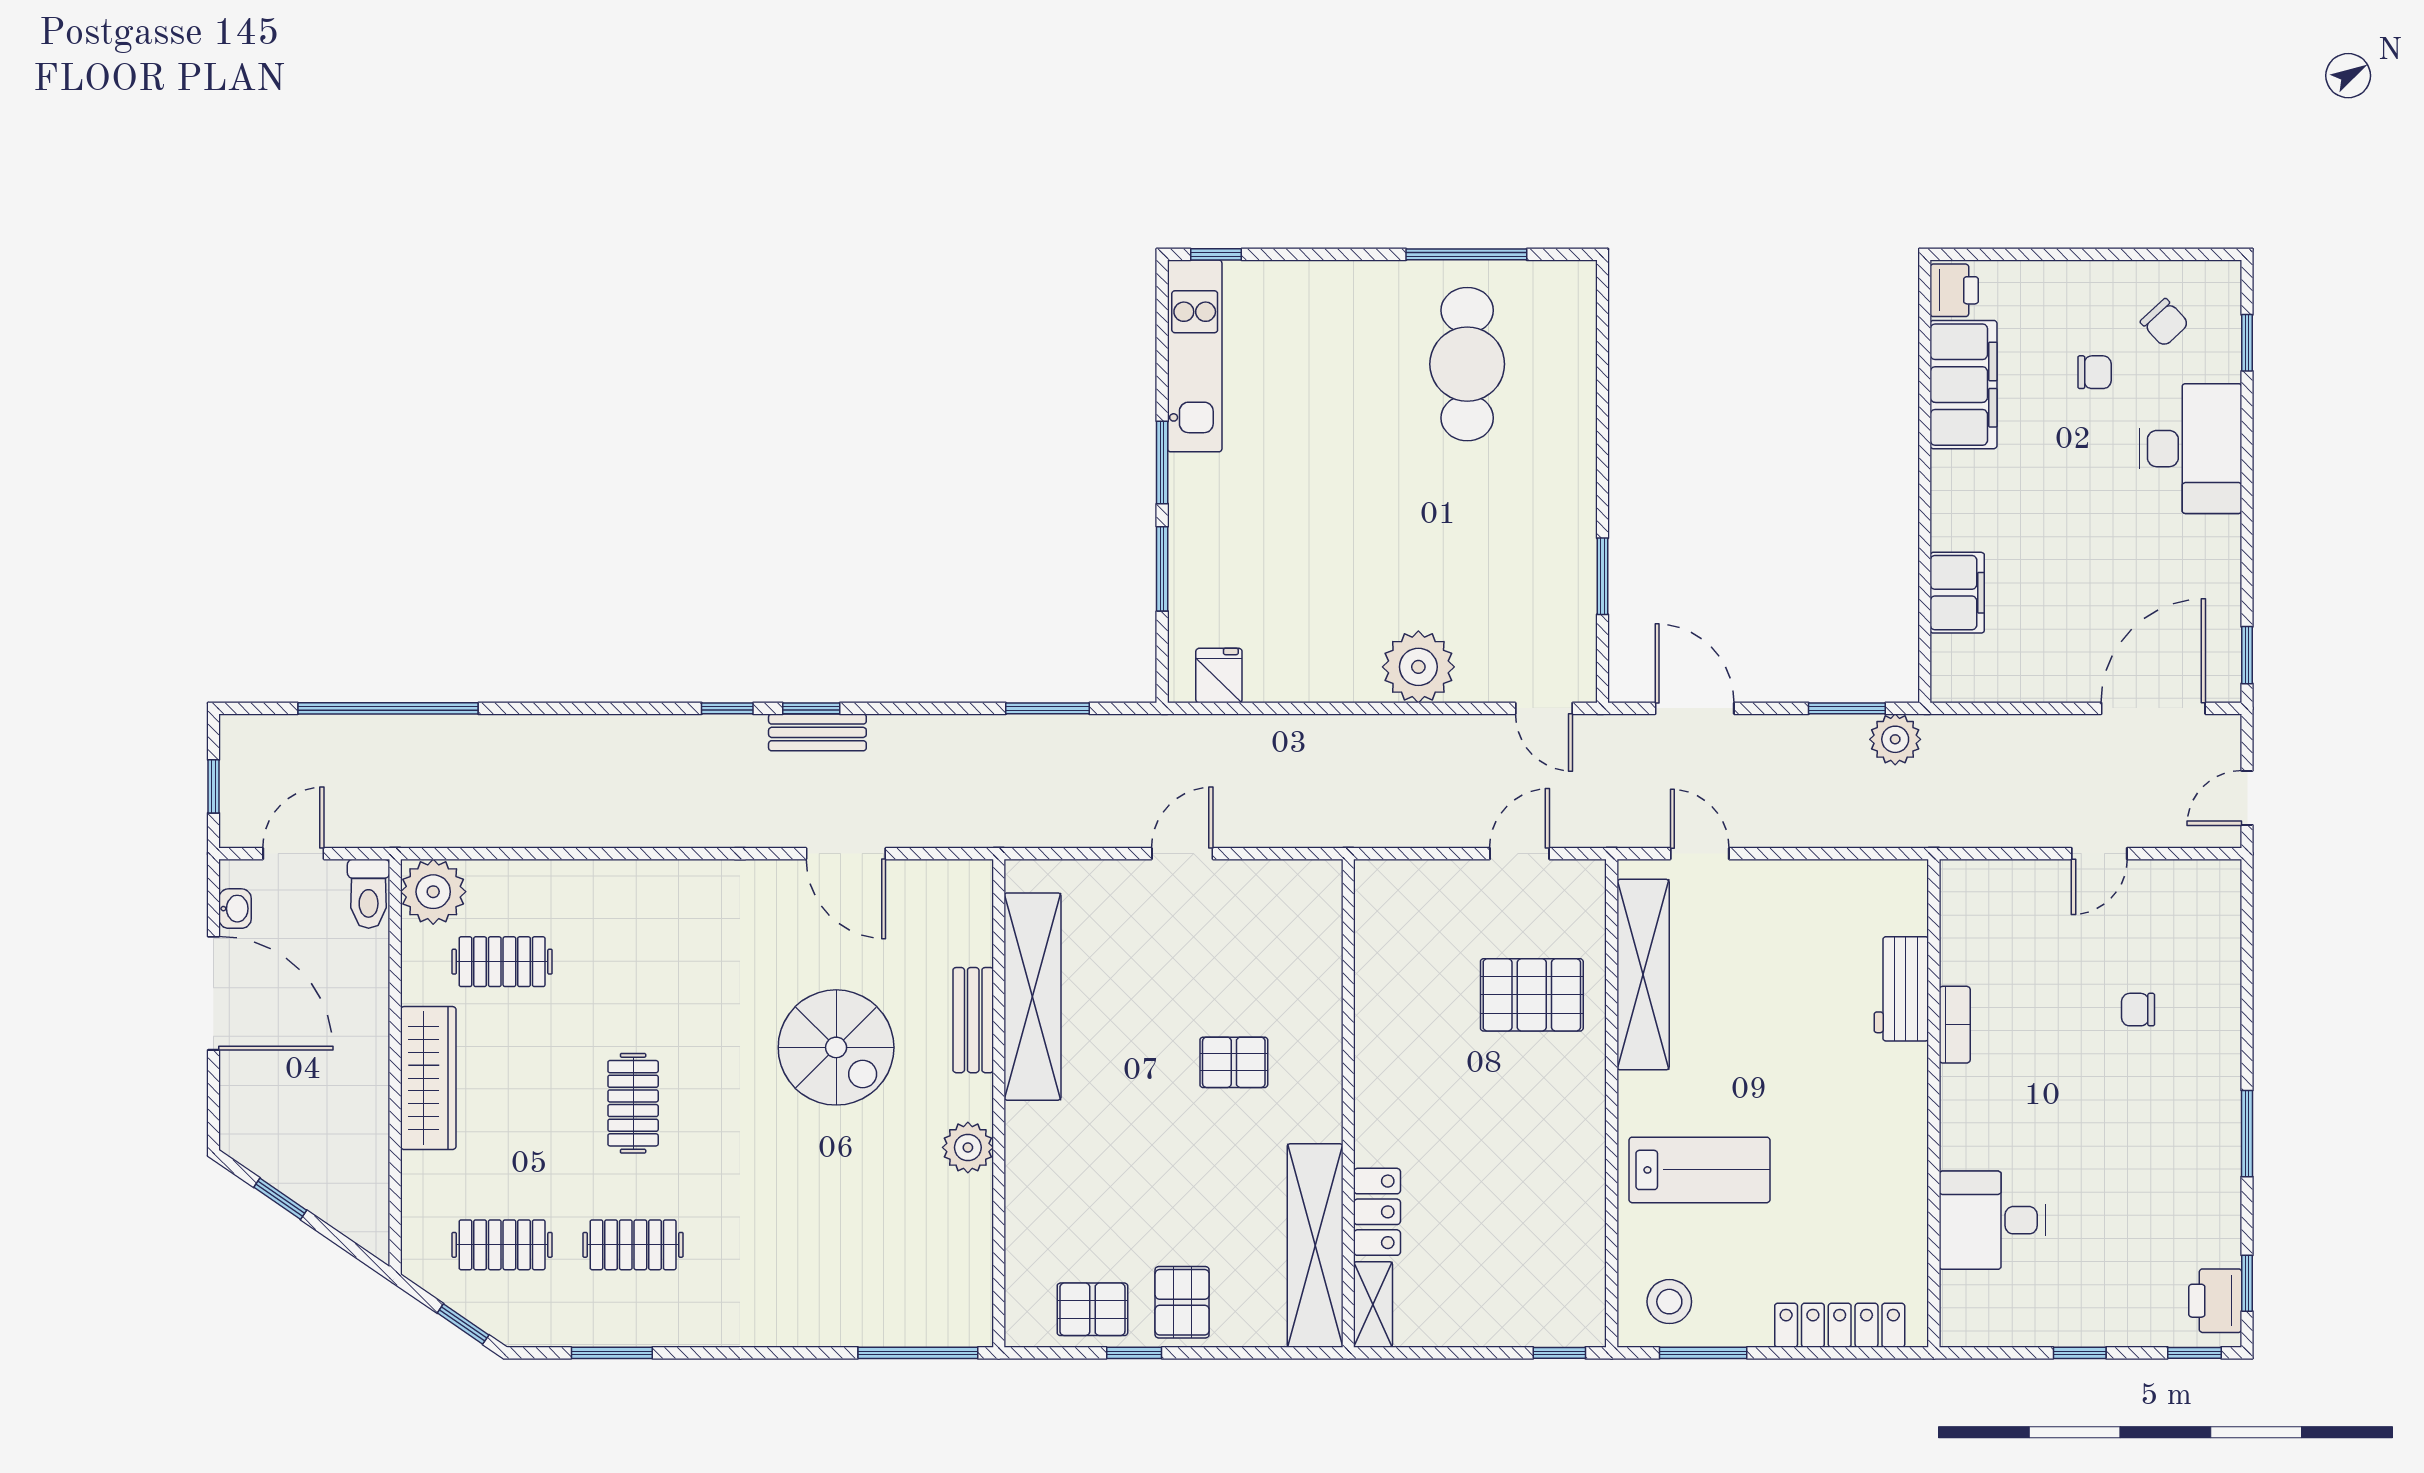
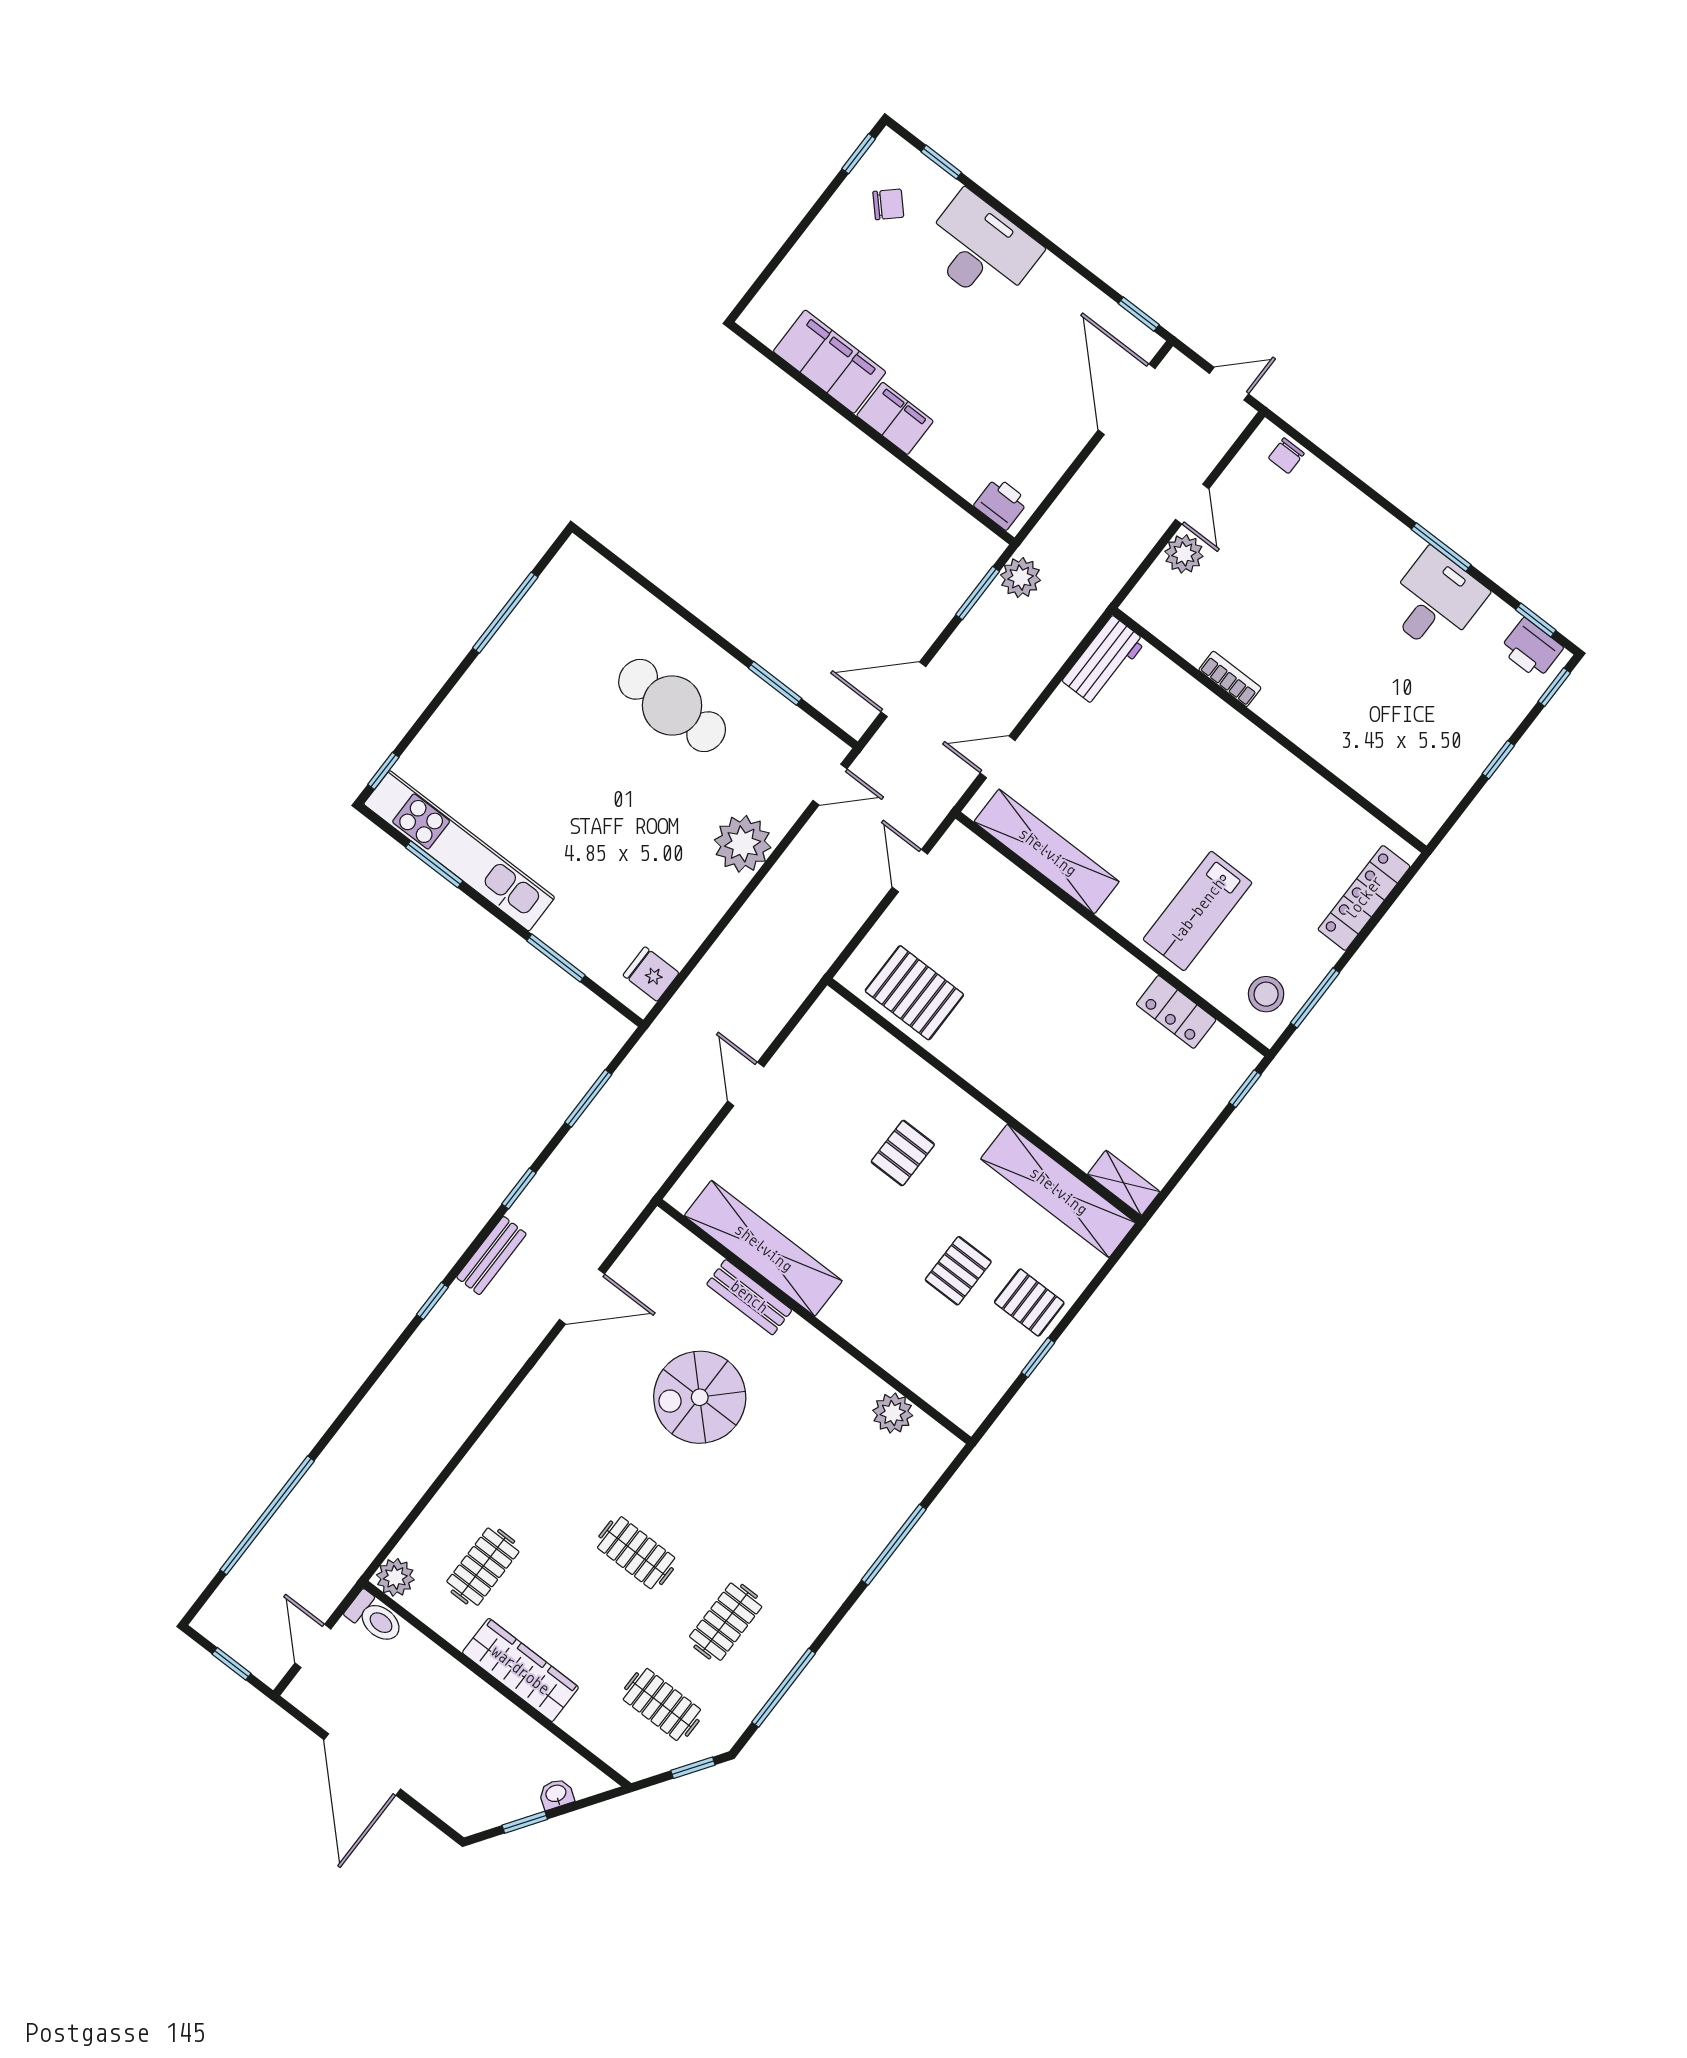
window: (2192, 254) -> (859, 154), added
printer: (1954, 290) -> (1001, 503), moved
kitchen unit: (1195, 356) -> (459, 851), width x1.36
cafe table: (1467, 364) -> (672, 706), moved
chair: (2095, 372) -> (885, 273), removed
window: (1162, 462) -> (434, 864), moved
filing cabinet: (1957, 593) -> (895, 418), moved
window: (811, 708) -> (519, 1188), moved
door: (2247, 798) -> (1229, 384), swing flipped
plant: (2044, 883) -> (1184, 554), added
plant: (433, 892) -> (395, 1577), width x0.73, depth x0.73
washbasin: (235, 909) -> (556, 1794), moved, turned -56
workbench: (1901, 989) -> (1104, 661), moved, turned -90
door: (213, 993) -> (362, 1764), swing flipped
pallet: (1532, 995) -> (914, 993), moved, turned 90
chair: (2138, 1010) -> (1286, 456), moved
spiral stairs: (836, 1047) -> (700, 1397), turned 180
plant: (968, 1147) -> (893, 1413), moved
lab bench: (1699, 1170) -> (1198, 911), turned 180
locker: (1377, 1212) -> (1176, 1012), moved, turned 180
desk: (1992, 1220) -> (1435, 601), moved, turned 180
clothes rail: (502, 1245) -> (662, 1704), turned 90
pallet: (1092, 1309) -> (958, 1271), moved
window: (612, 1353) -> (784, 1688), width x1.44
window: (918, 1353) -> (894, 1545), moved

